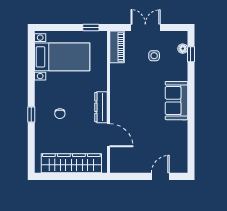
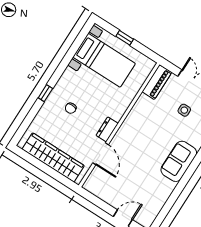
window: (91, 28) -> (125, 38), moved
dresser: (101, 107) -> (107, 129), width x0.70

